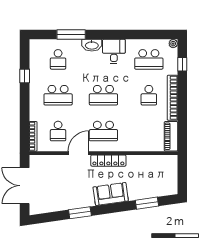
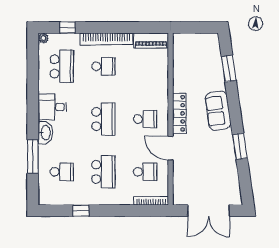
school desk: (103, 131) -> (145, 119), width x0.54

